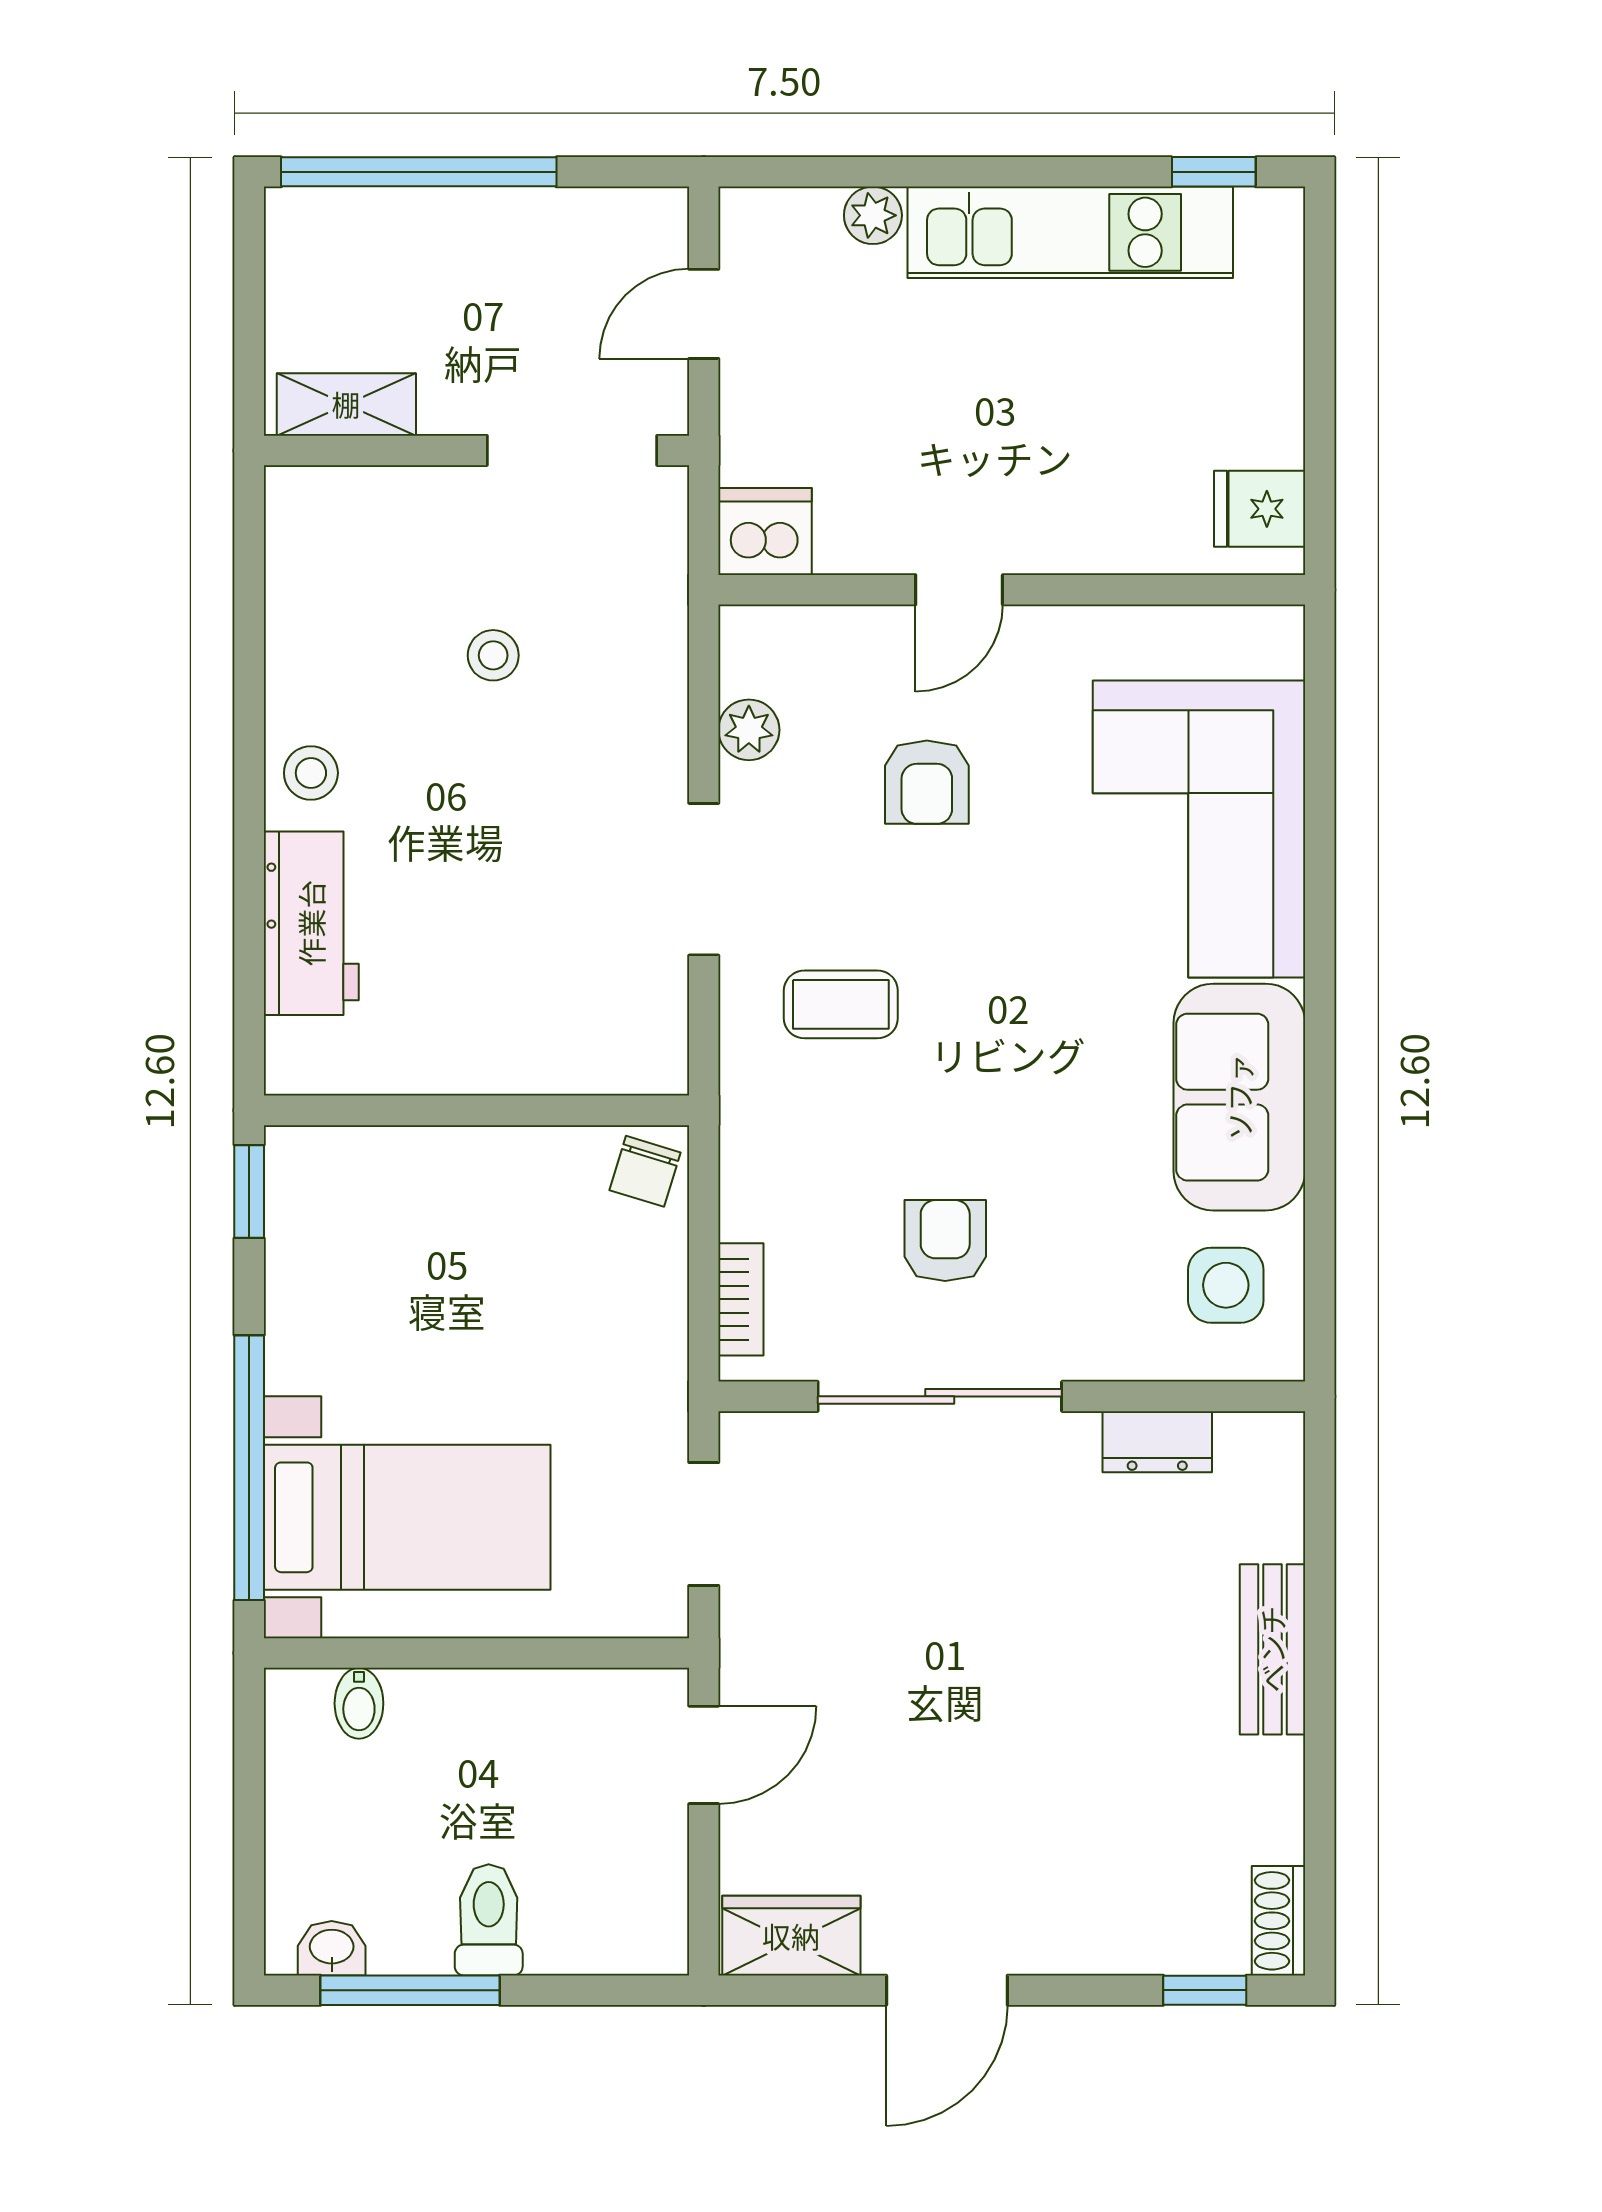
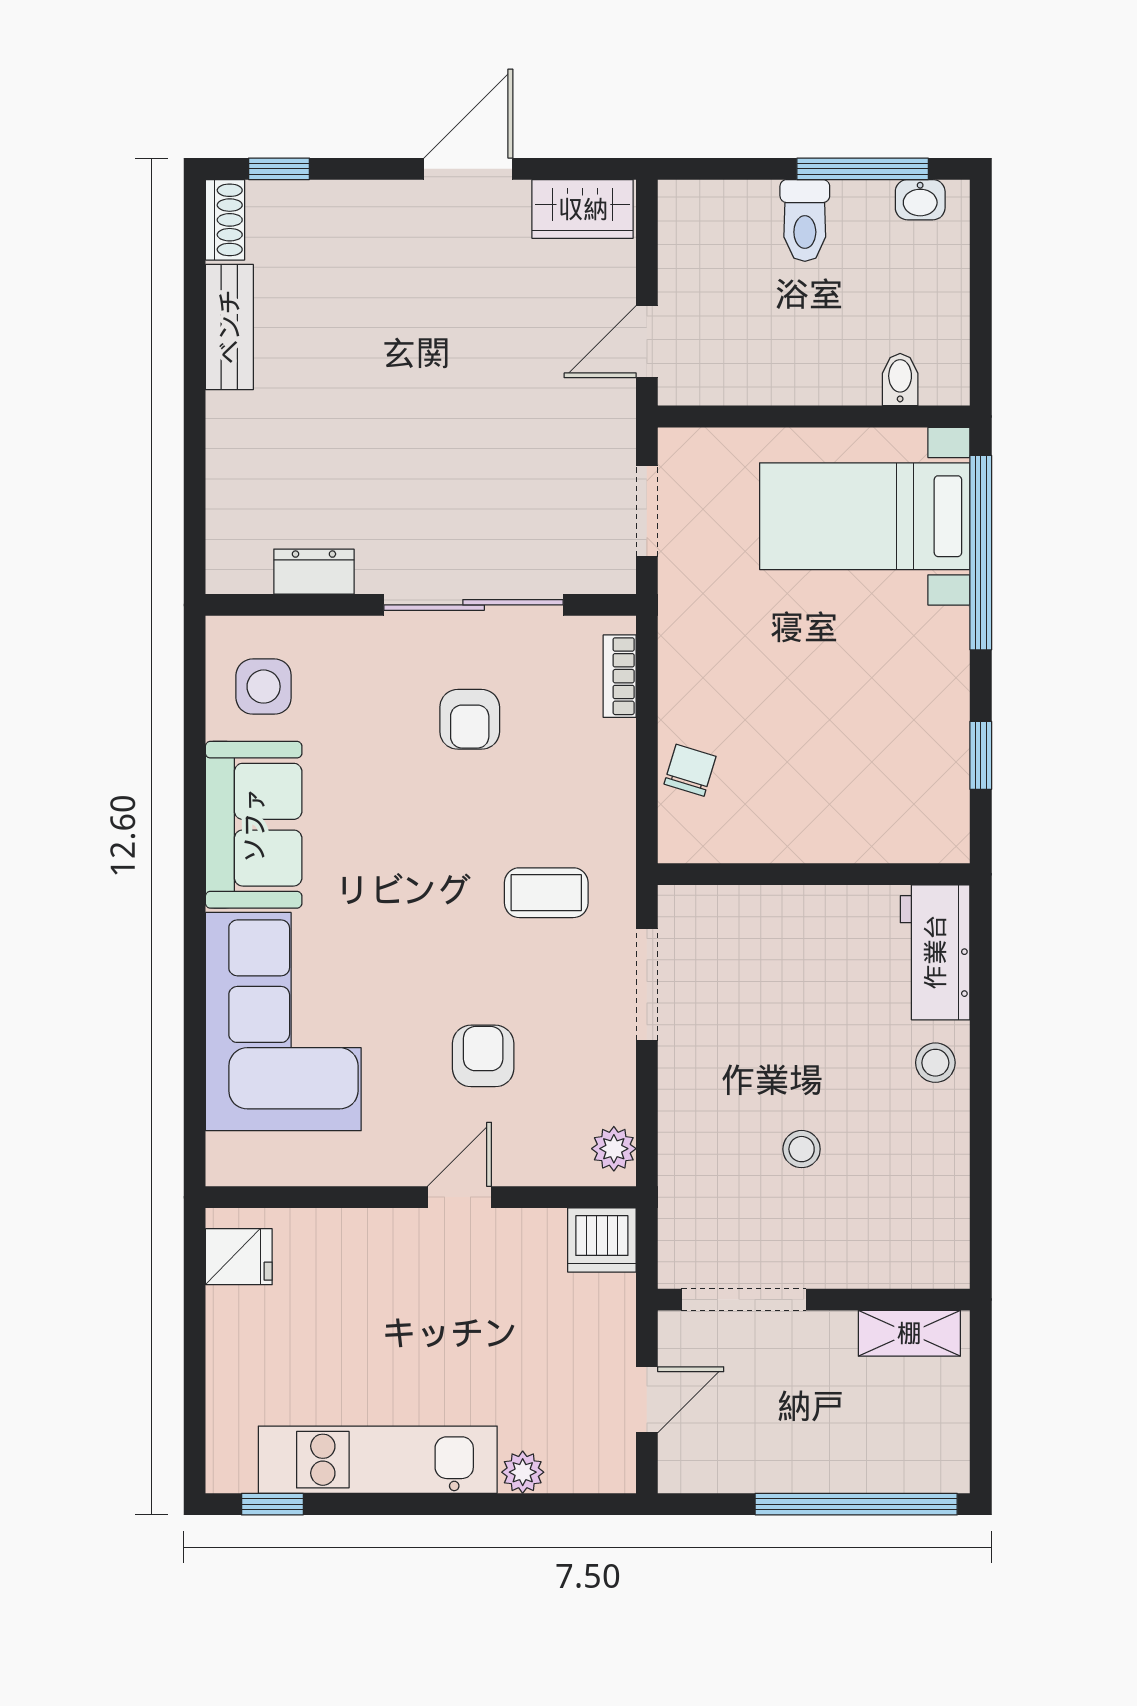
plant: (749, 730) -> (614, 1149), moved
wall: (476, 1110) -> (814, 874), moved
bench: (1272, 1649) -> (229, 327), moved

